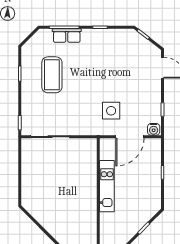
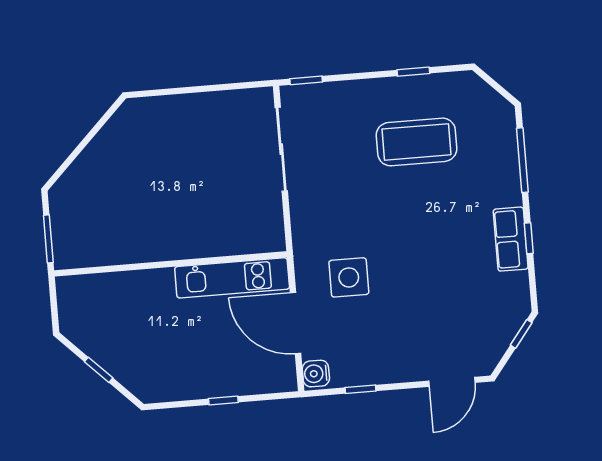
row of seats: (67, 36) -> (511, 239), moved
kitchen unit: (107, 186) -> (232, 278), moved

